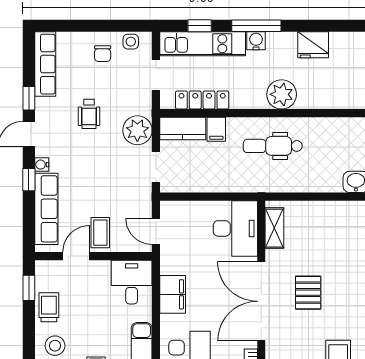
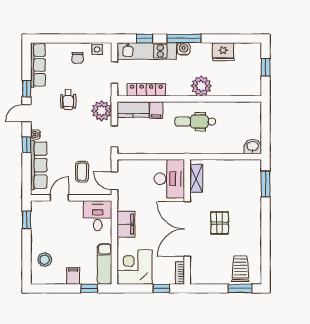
coffee table: (100, 233) -> (82, 172), moved
trolley: (49, 307) -> (40, 233), removed

